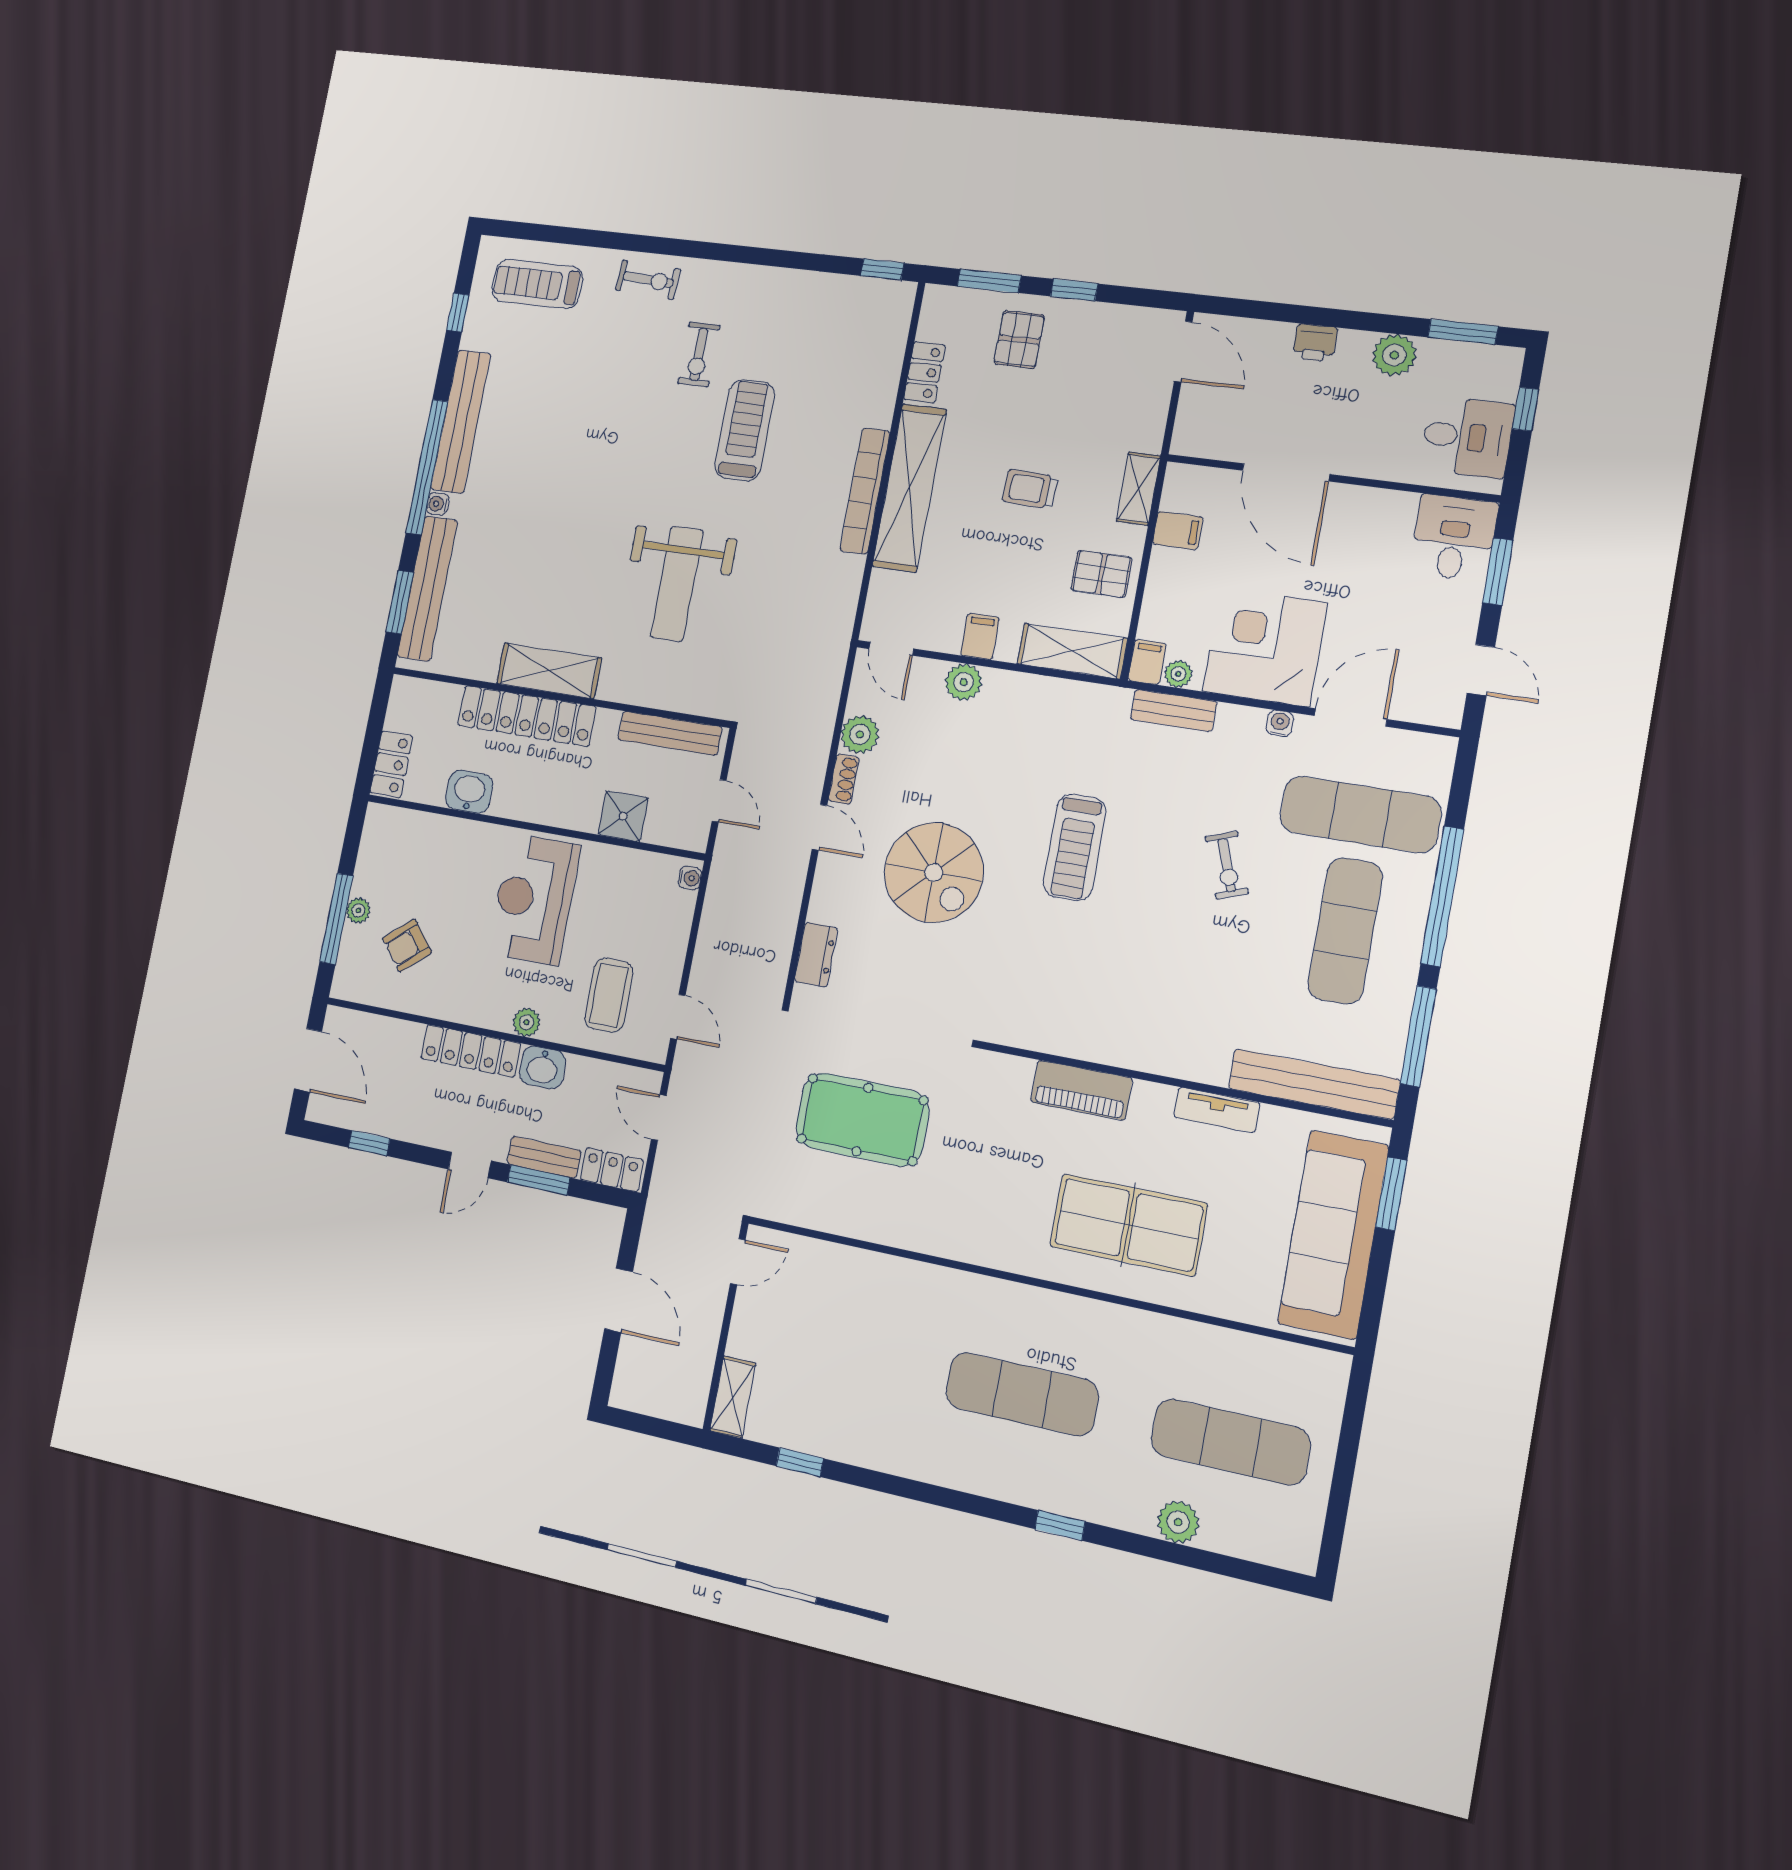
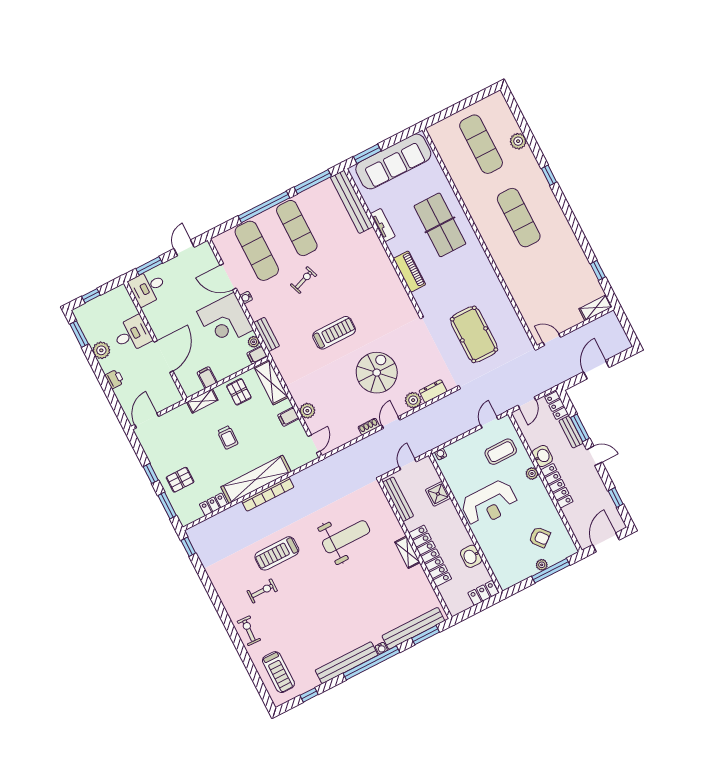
desk: (1467, 437) -> (132, 334), moved, turned 90
shelving: (549, 671) -> (407, 552), width x0.67, depth x0.75
plant: (860, 734) -> (413, 400), moved
exercise mat: (1345, 931) -> (297, 228), turned 90

